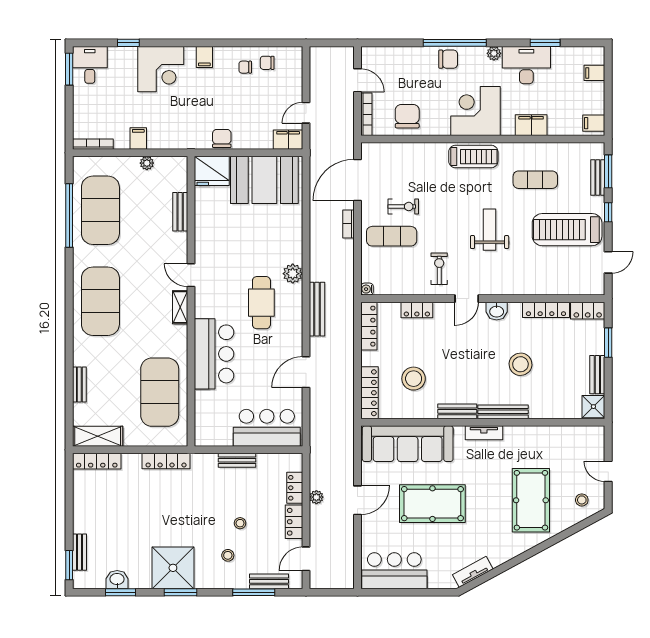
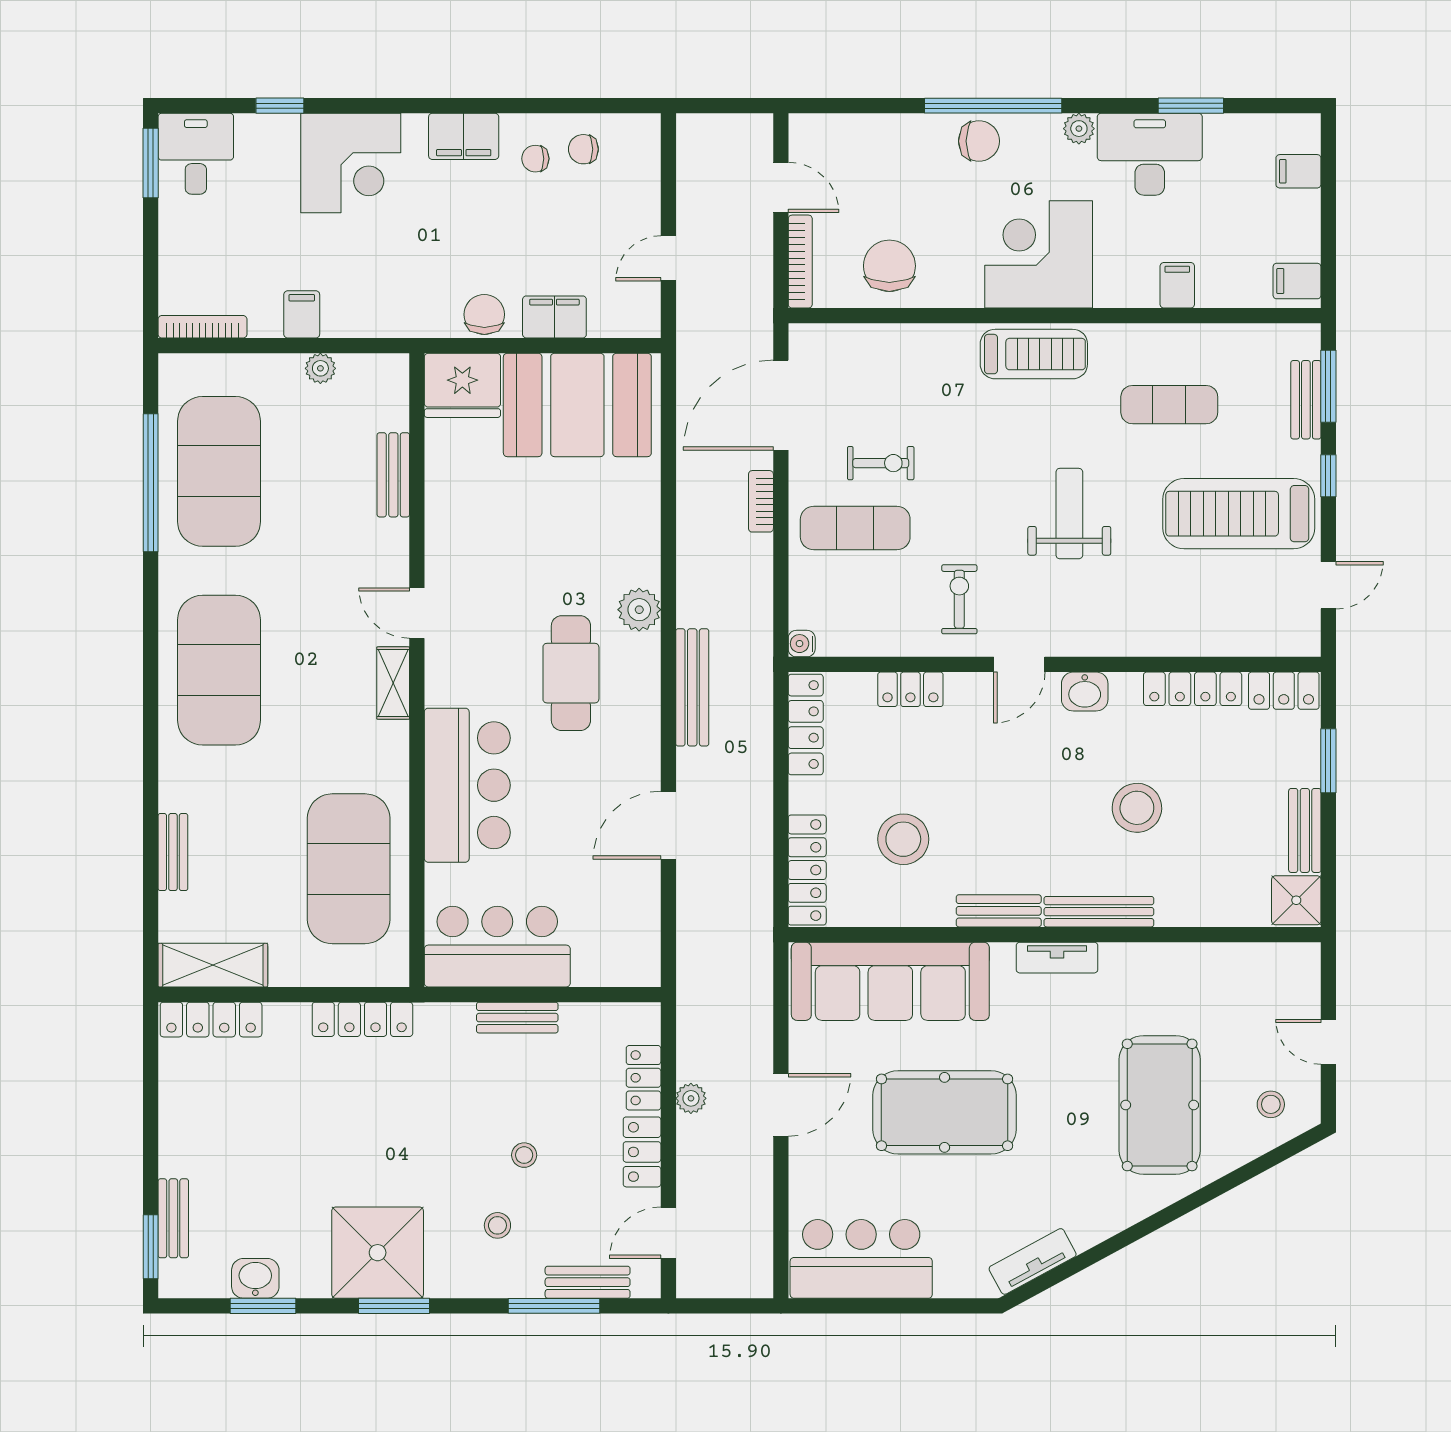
filing cabinet: (204, 57) -> (464, 136), width x2.00
filing cabinet: (531, 125) -> (1177, 285), width x0.50
filing cabinet: (288, 140) -> (554, 317), moved
bar counter: (267, 428) -> (497, 947), moved

